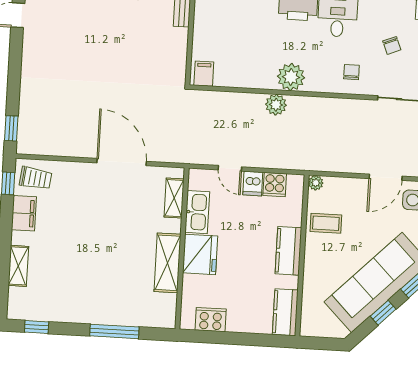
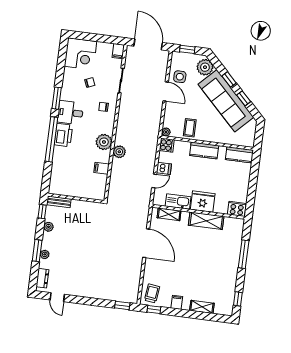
filing cabinet: (204, 74) -> (102, 168), moved
door: (122, 162) -> (146, 243), swing flipped
cooker: (275, 185) -> (167, 145), moved
filing cabinet: (24, 213) -> (177, 302), width x0.50
cooker: (211, 320) -> (237, 209), moved, turned 90

